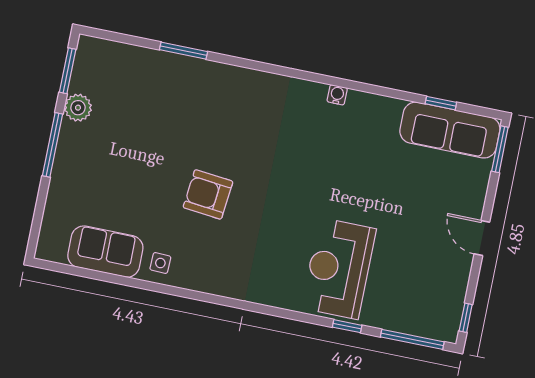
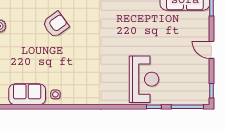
armchair: (208, 194) -> (56, 25), moved, turned 138
reception desk: (339, 269) -> (144, 79), turned 180

